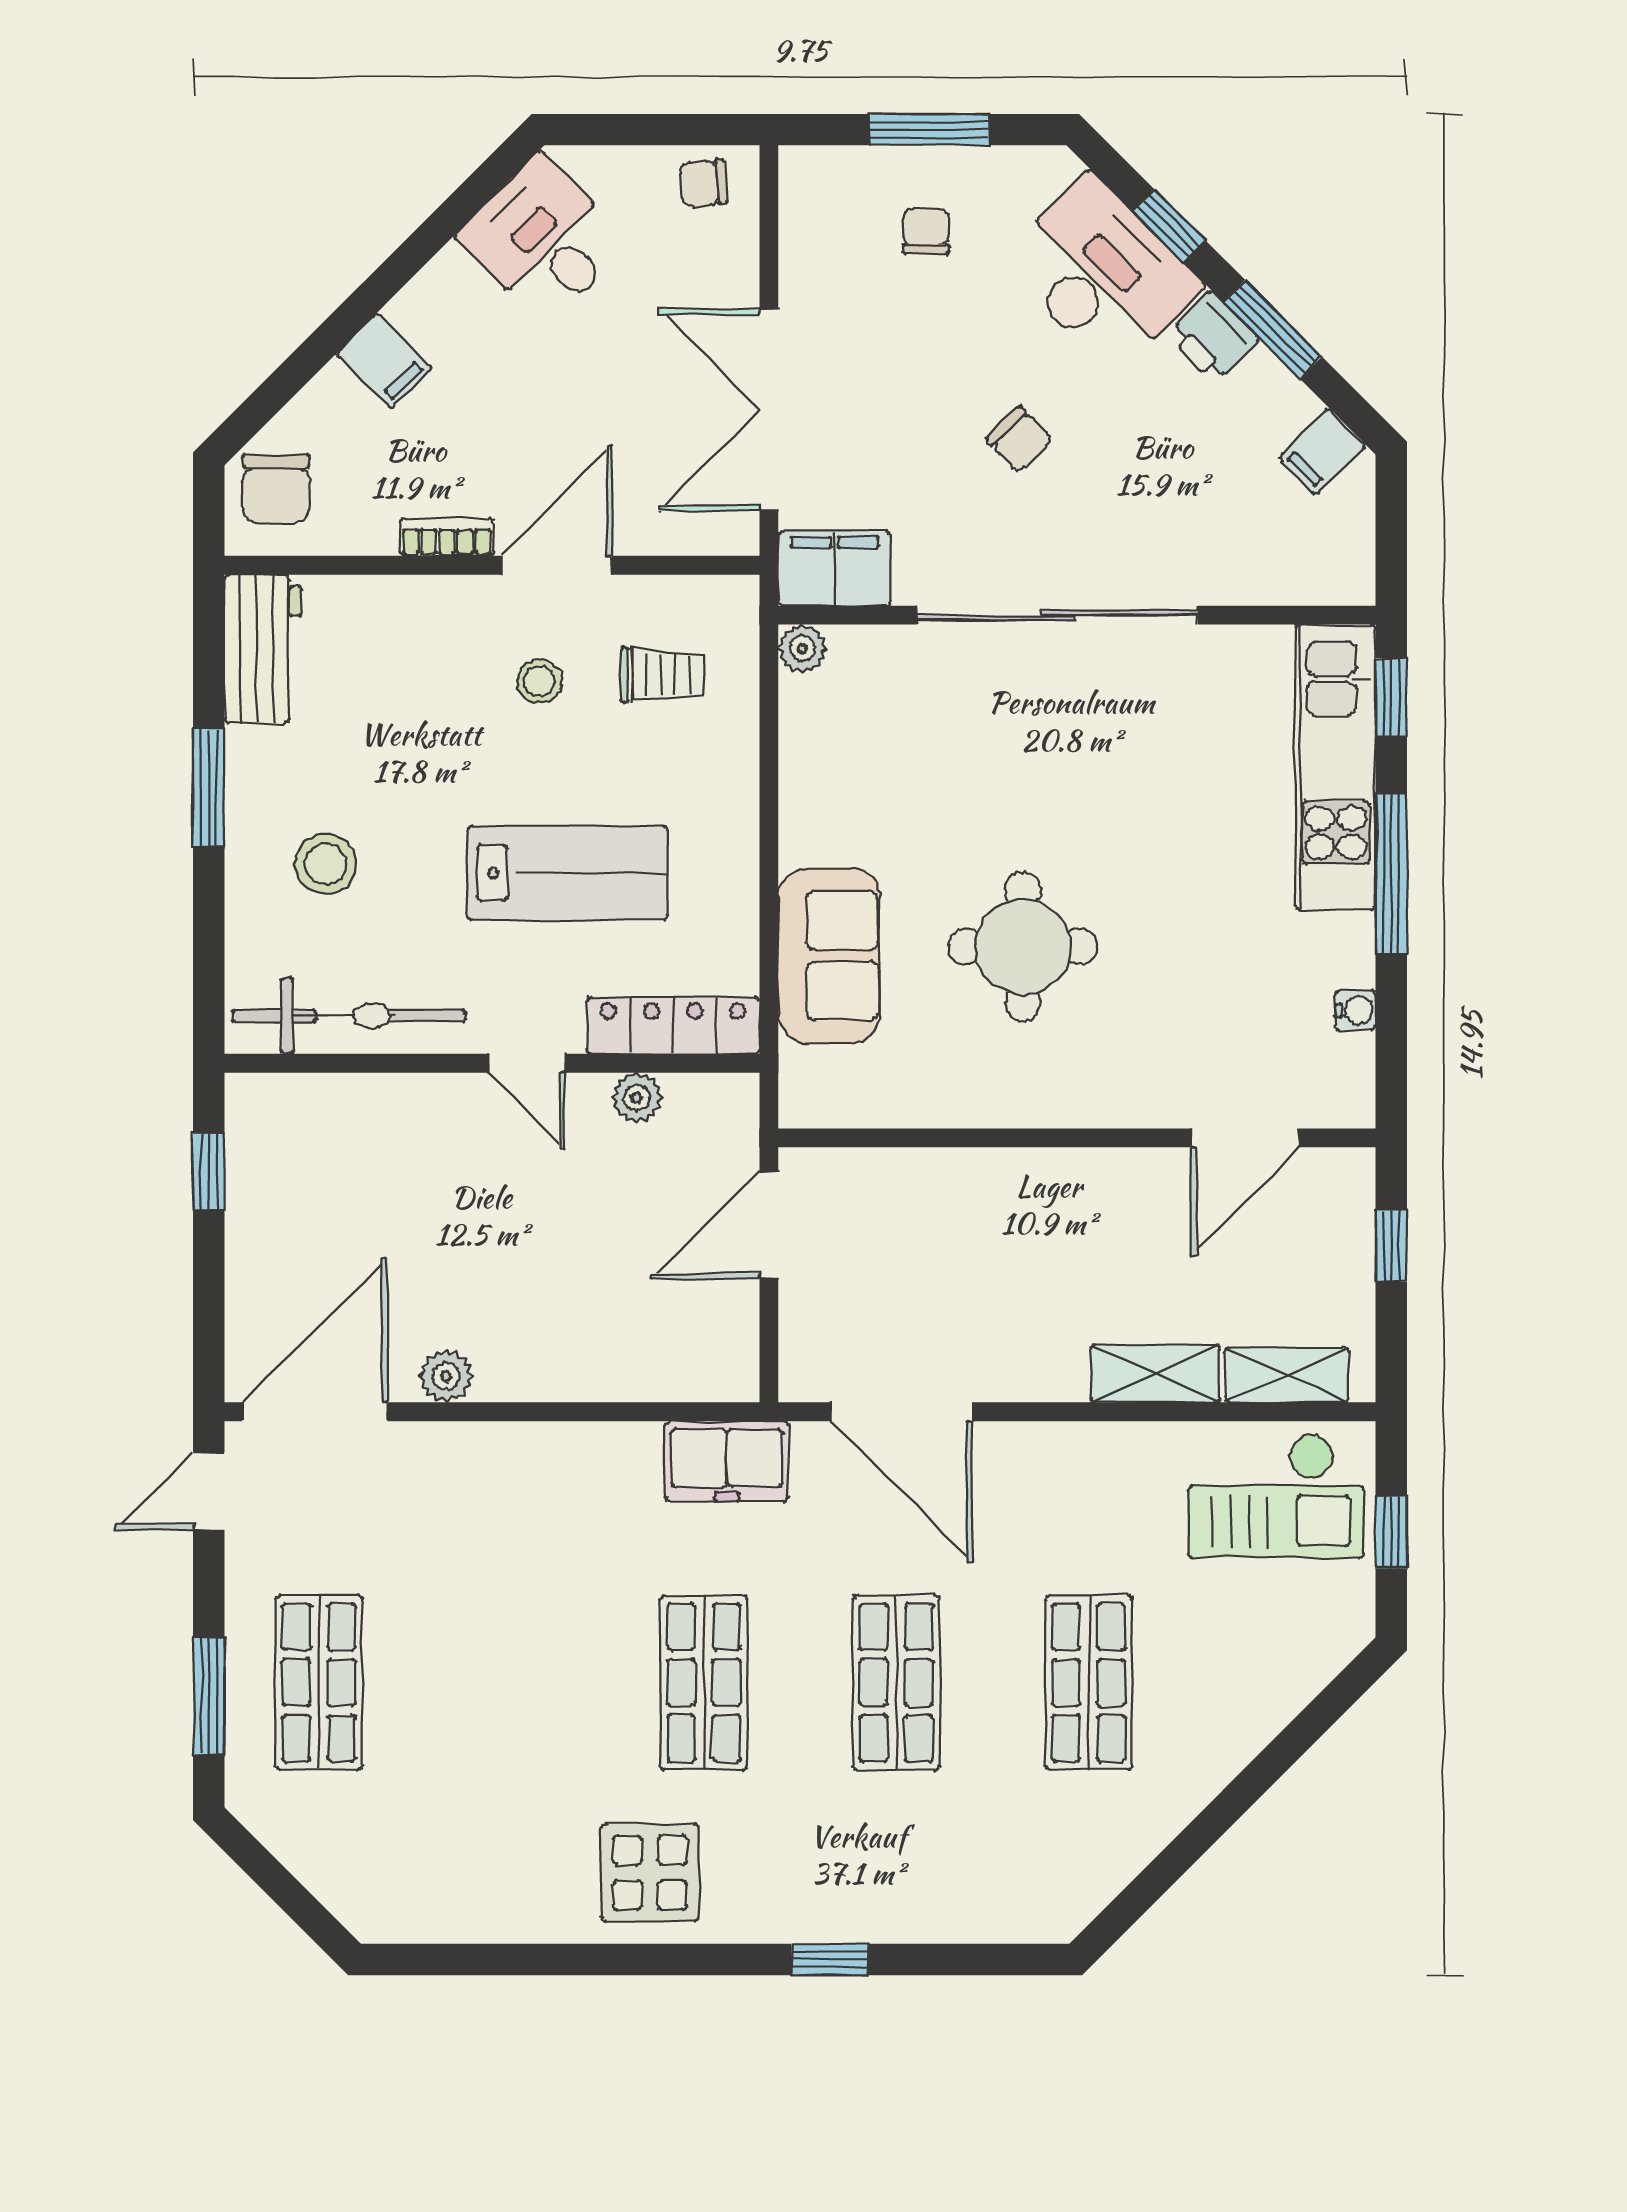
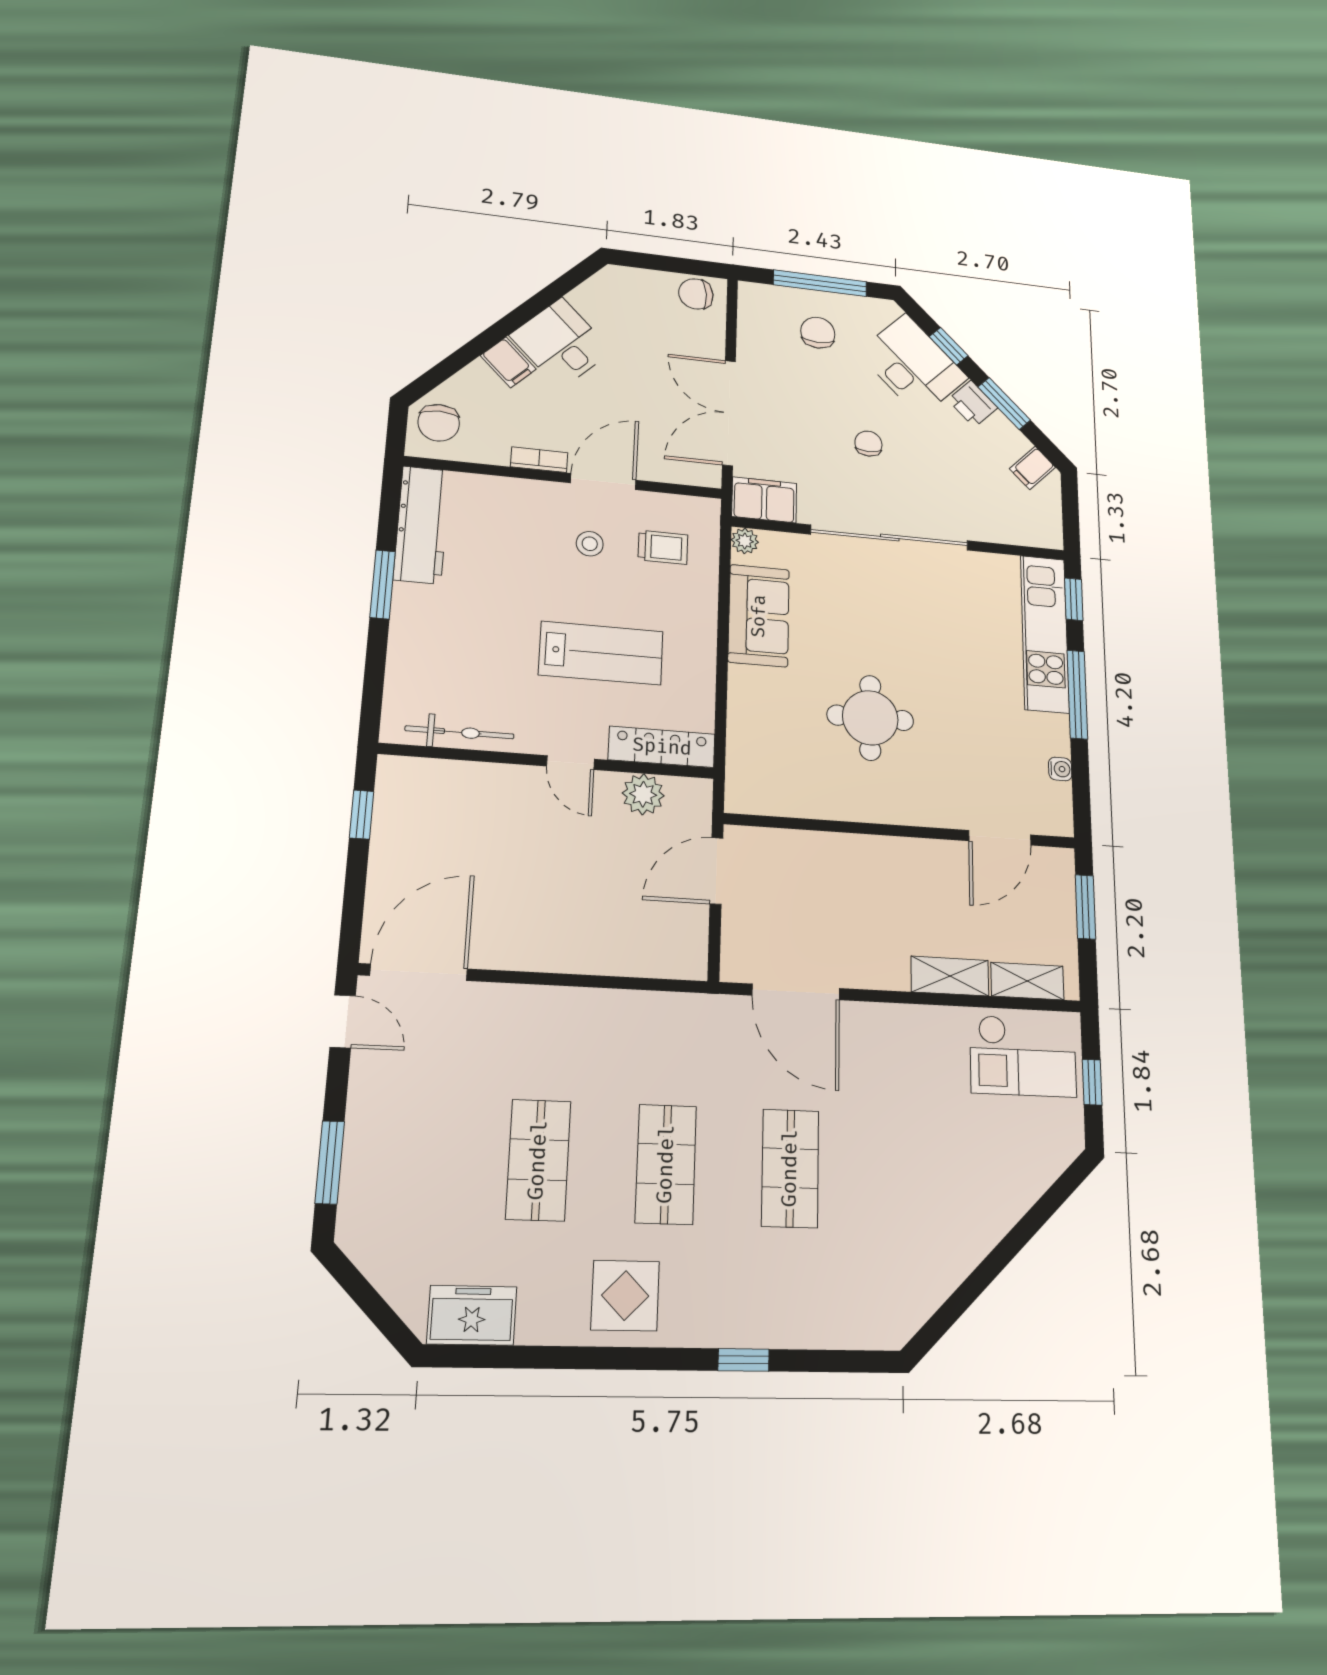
window: (929, 130) -> (820, 283), width x1.44
chair: (704, 183) -> (696, 294), width x1.37, depth x1.37
chair: (926, 231) -> (818, 333), width x1.37, depth x1.37
desk: (544, 240) -> (561, 343), moved
chair: (1019, 439) -> (868, 444), turned -136
workbench: (263, 649) -> (422, 525), width x1.38
stool: (326, 864) -> (452, 635), removed
sofa: (829, 956) -> (759, 616), moved
bicycle: (349, 1016) -> (460, 732), width x0.73, depth x0.71
plant: (637, 1098) -> (643, 794), width x1.38, depth x1.38
window: (1391, 1246) -> (1085, 907), width x1.50
plant: (446, 1376) -> (507, 954), removed
freezer: (727, 1461) -> (472, 1315), moved, turned 180
door: (209, 1491) -> (343, 1021), swing flipped
shop shelf: (319, 1682) -> (538, 1160), moved
shop shelf: (1089, 1682) -> (911, 1172), removed

